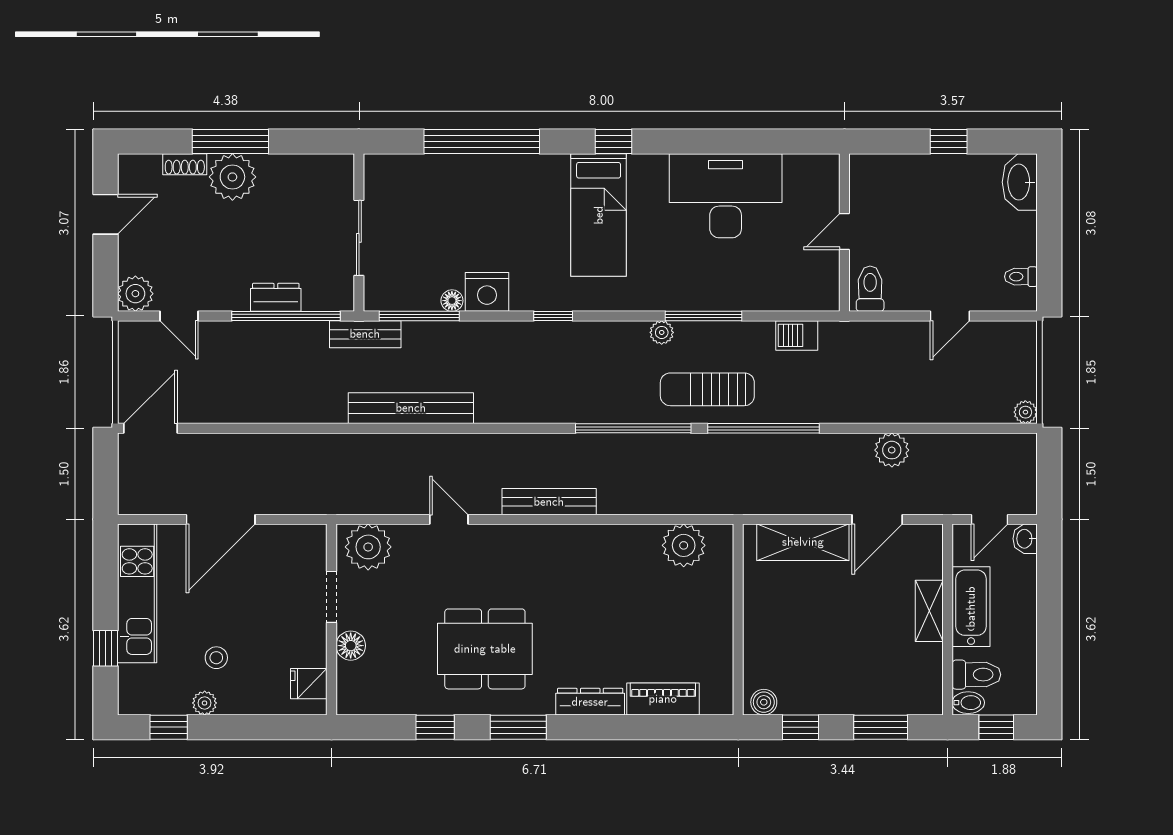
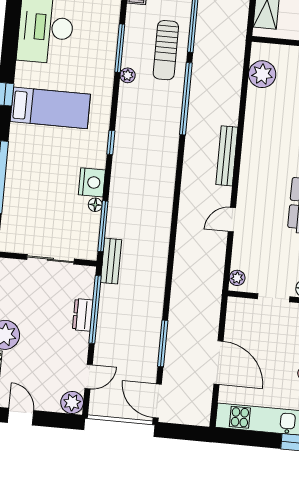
bench: (411, 408) -> (160, 237), removed
window: (243, 428) -> (163, 343), added
plant: (368, 547) -> (237, 278), width x0.53, depth x0.53

